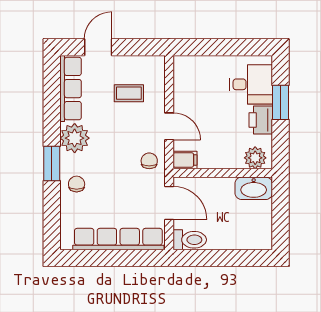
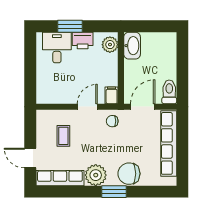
chair: (77, 184) -> (129, 174), width x1.87, depth x1.87

